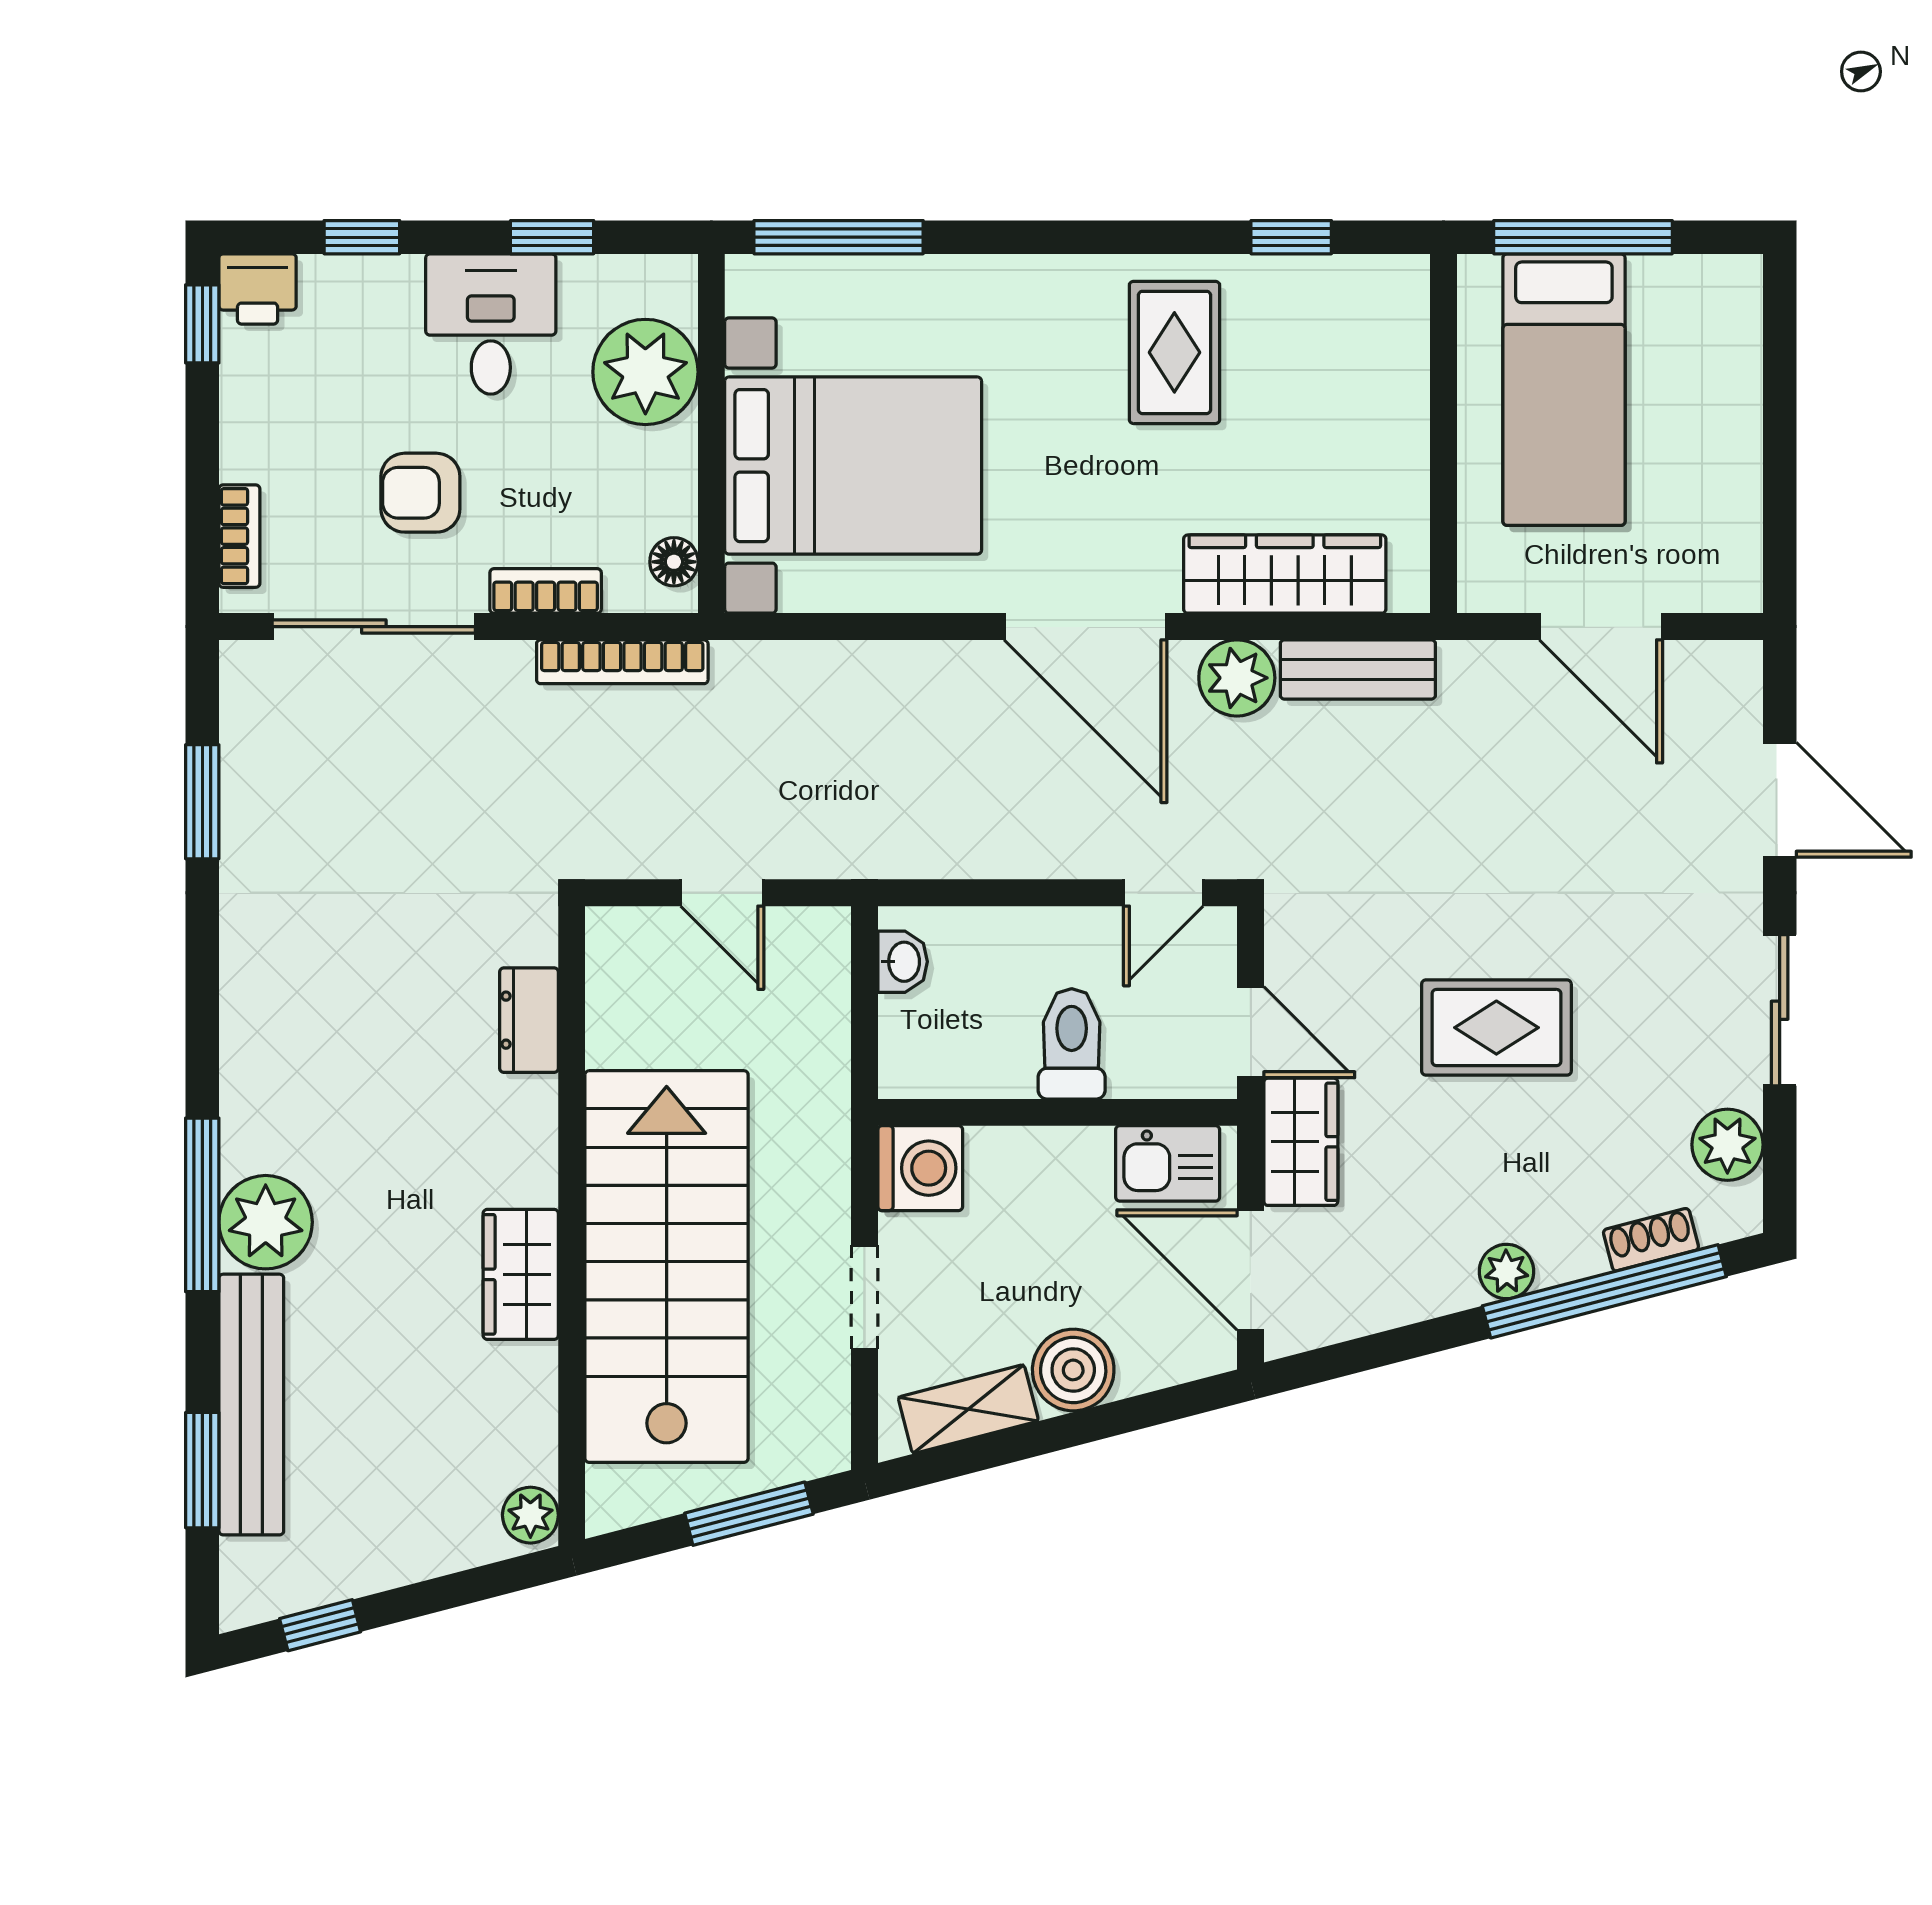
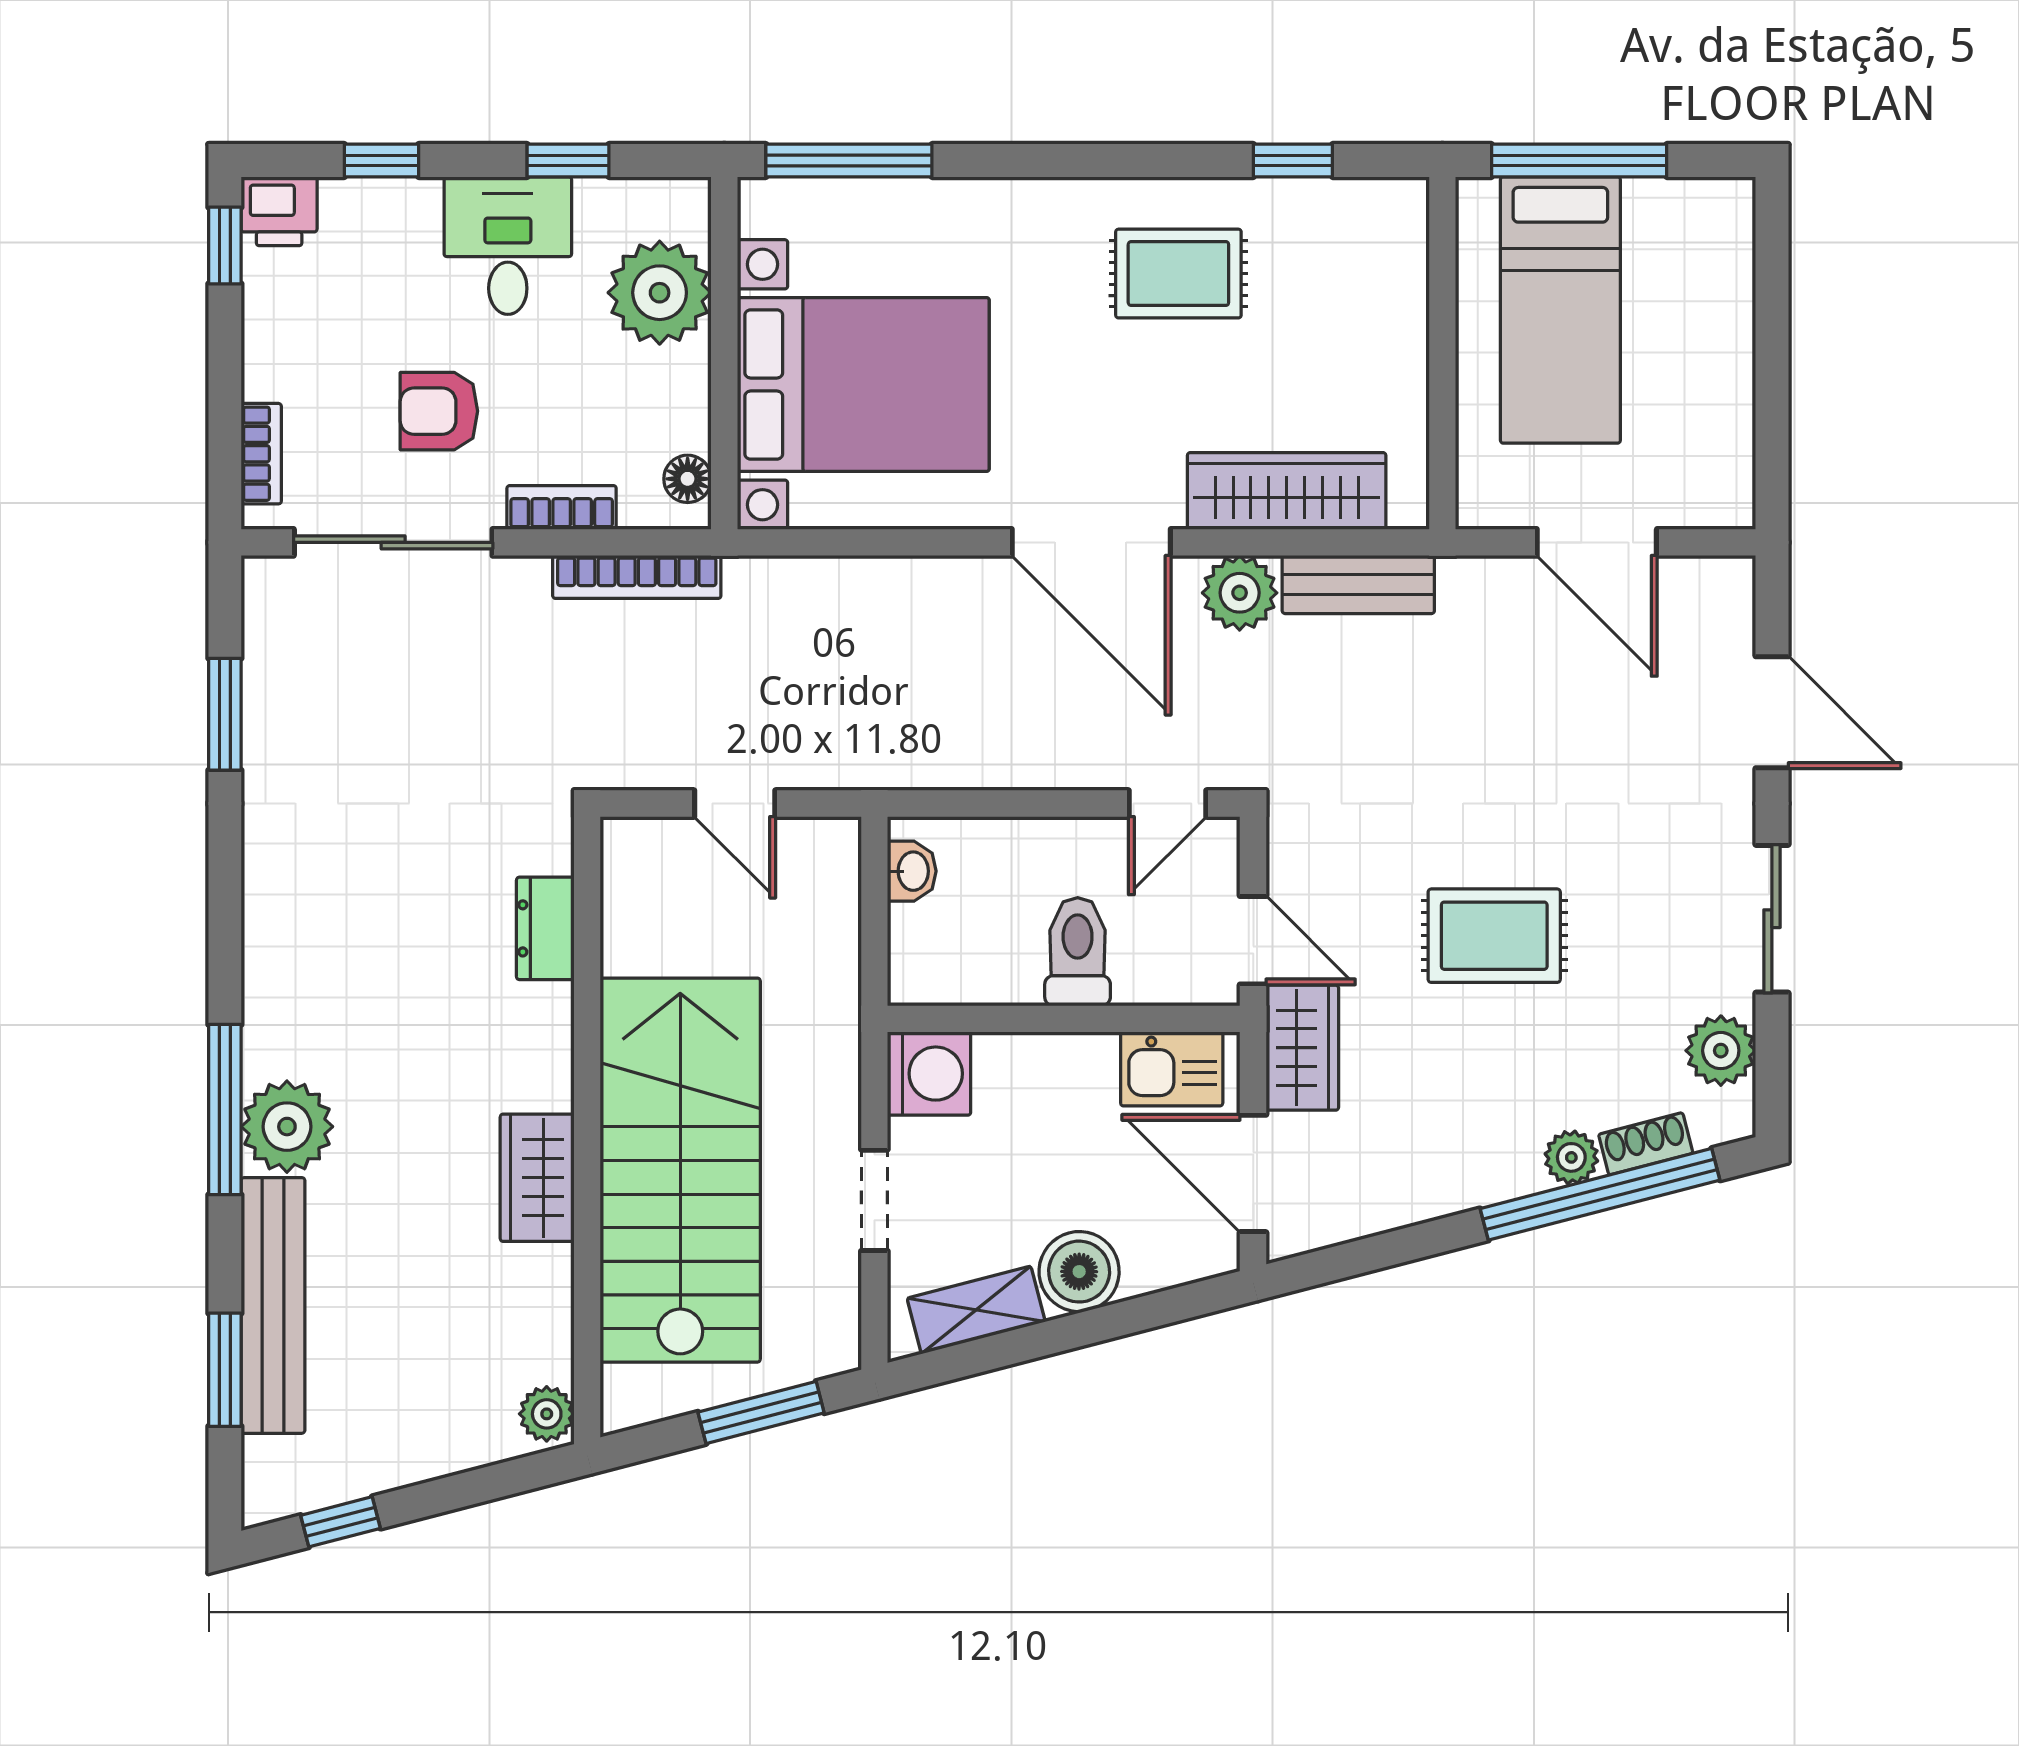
rug: (1174, 352) -> (1178, 274), turned 90
plant: (1506, 1271) -> (1571, 1157), moved

